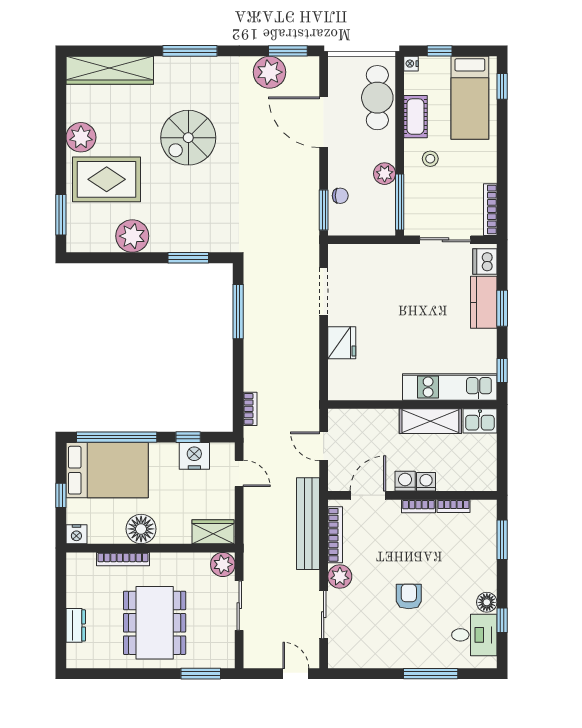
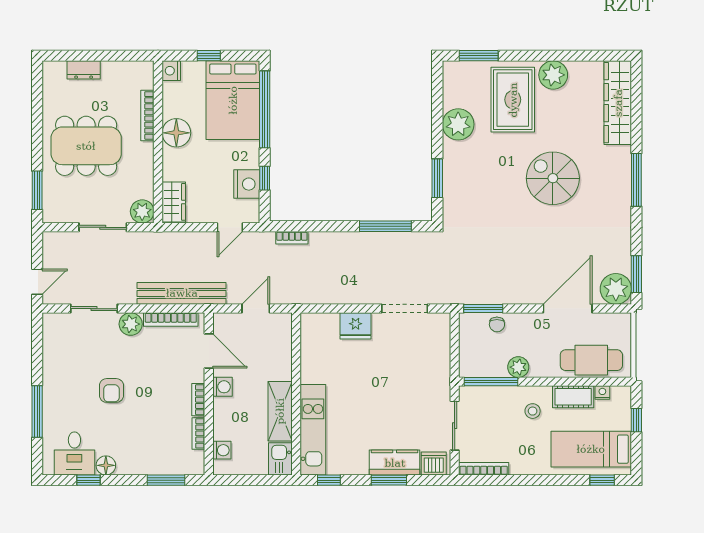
nightstand: (411, 64) -> (602, 392), moved
plant: (269, 72) -> (616, 289), moved
washing machine: (426, 482) -> (222, 450), moved
armchair: (409, 596) -> (111, 390), turned 90

